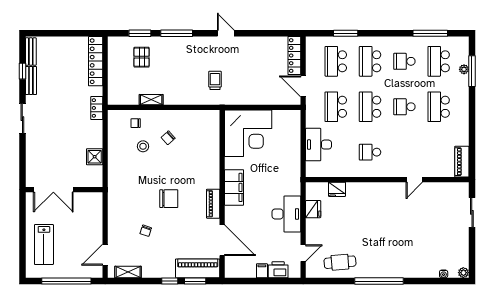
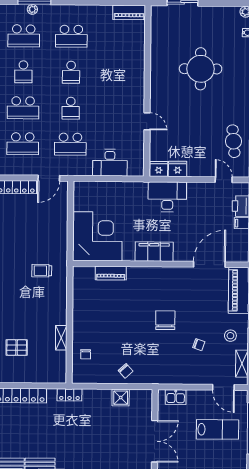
school desk: (370, 107) -> (71, 108), width x0.54
chair: (168, 138) -> (126, 371), moved
stool: (143, 146) -> (230, 336), moved
school desk: (370, 152) -> (118, 109), removed
door: (414, 180) -> (147, 121), moved
fridge: (337, 189) -> (159, 169), moved, turned -90
piano: (213, 204) -> (111, 273), moved
kitchen sink: (96, 209) -> (176, 397), added
desk: (286, 214) -> (167, 197), moved
round table: (409, 230) -> (201, 69), added
lab bench: (44, 245) -> (217, 429), moved

